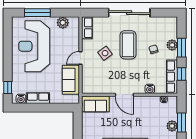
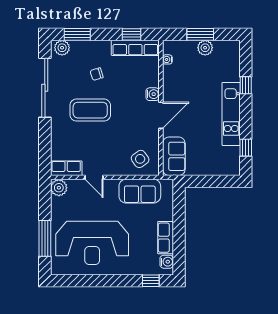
sliding door: (129, 13) -> (45, 88), moved
plant: (63, 23) -> (59, 188), moved
plant: (172, 45) -> (62, 48), moved
window: (182, 48) -> (77, 34), moved
side table: (105, 53) -> (140, 159), moved
door: (80, 58) -> (94, 177), moved
water cooler: (150, 89) -> (153, 94), moved

